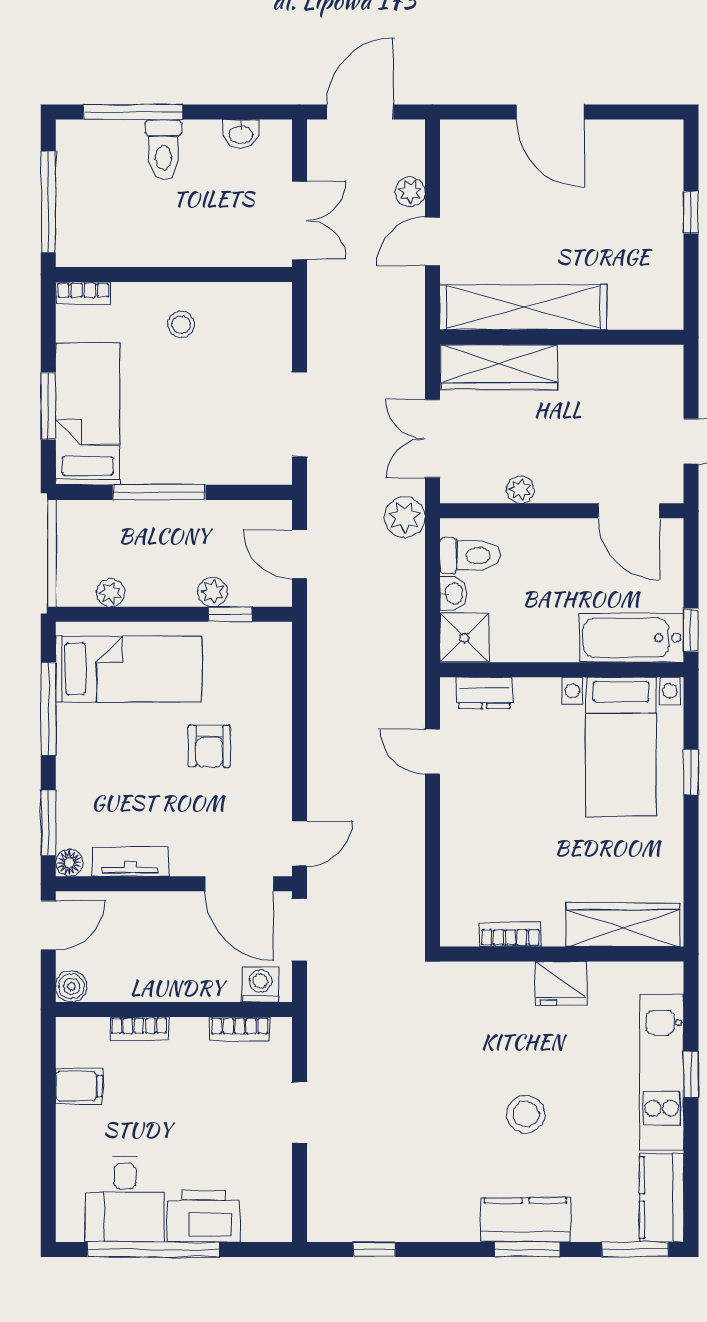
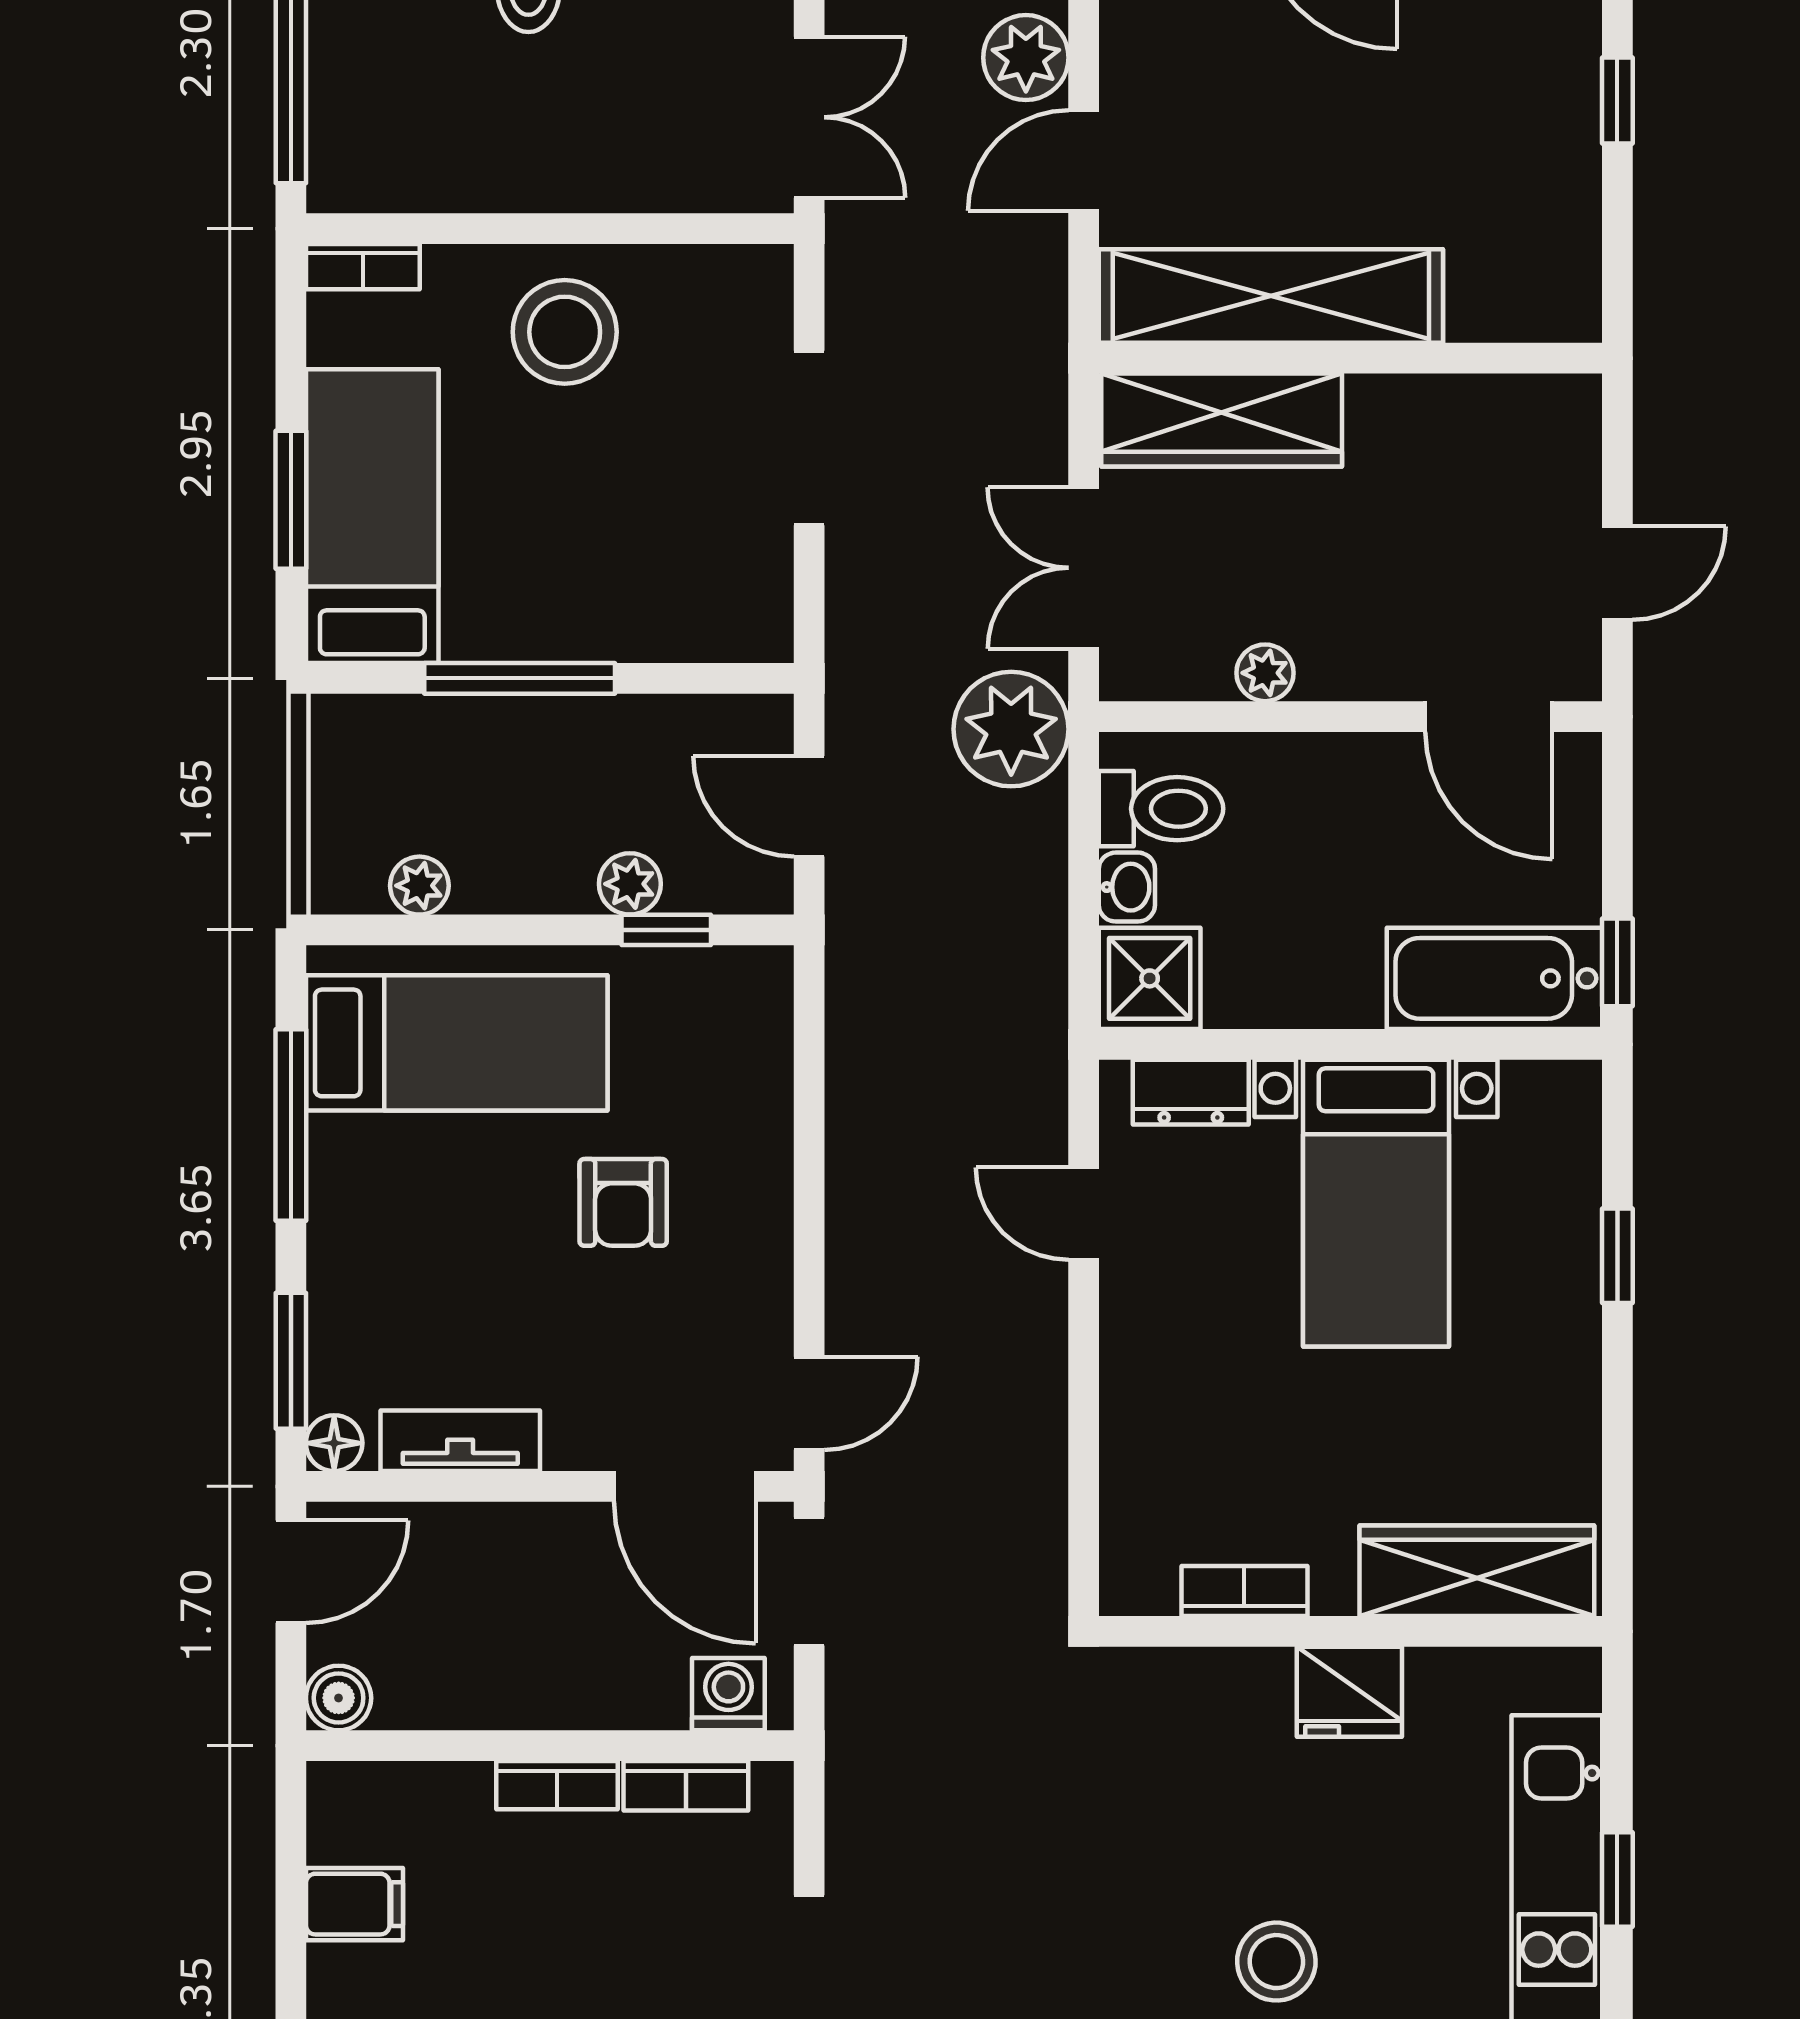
plant: (410, 192) -> (1026, 58), width x1.38, depth x1.38
stool: (181, 324) -> (565, 332), width x1.89, depth x1.89
doorway: (299, 415) -> (809, 438), moved
plant: (405, 517) -> (1011, 729), width x1.36, depth x1.36
bed with nightstands: (621, 747) -> (1376, 1203), moved
bookcase: (139, 1029) -> (557, 1785), moved

